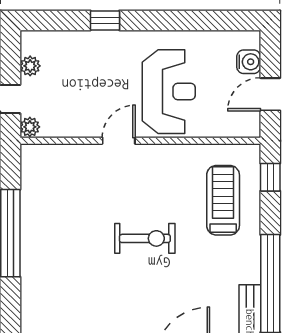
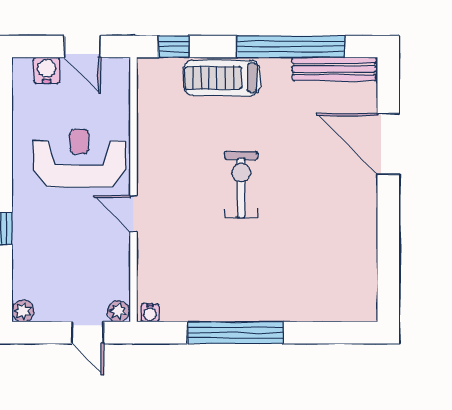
plant: (30, 66) -> (23, 311), moved
water cooler: (28, 156) -> (150, 313), added
treadmill: (223, 200) -> (222, 78), moved

